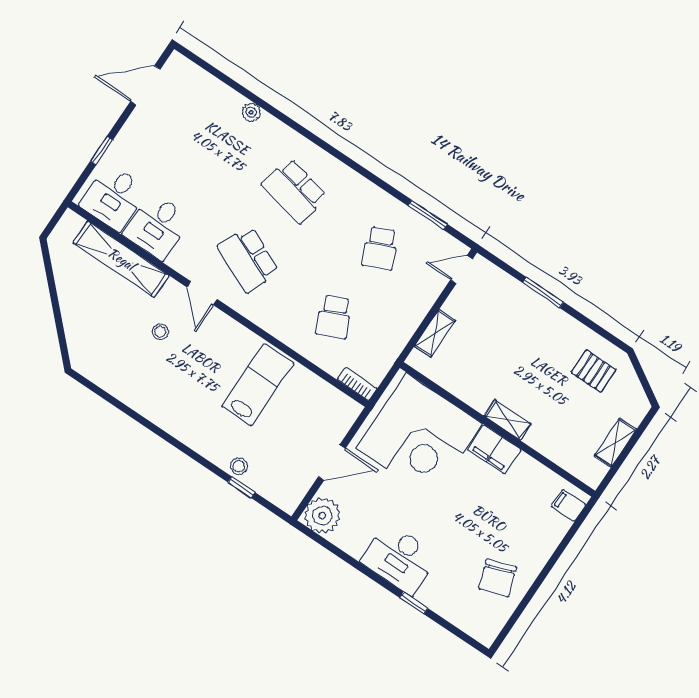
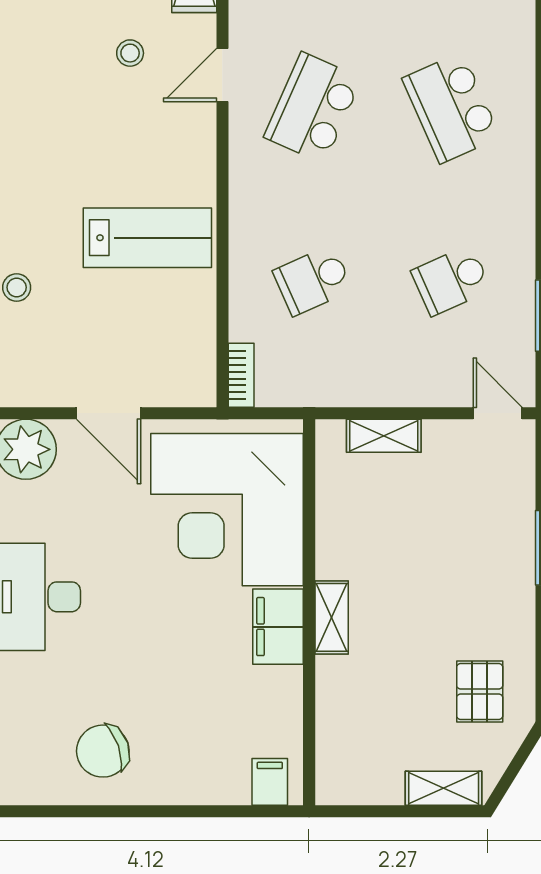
school desk: (295, 191) -> (451, 108), turned -36
shelving: (615, 443) -> (444, 788), moved

